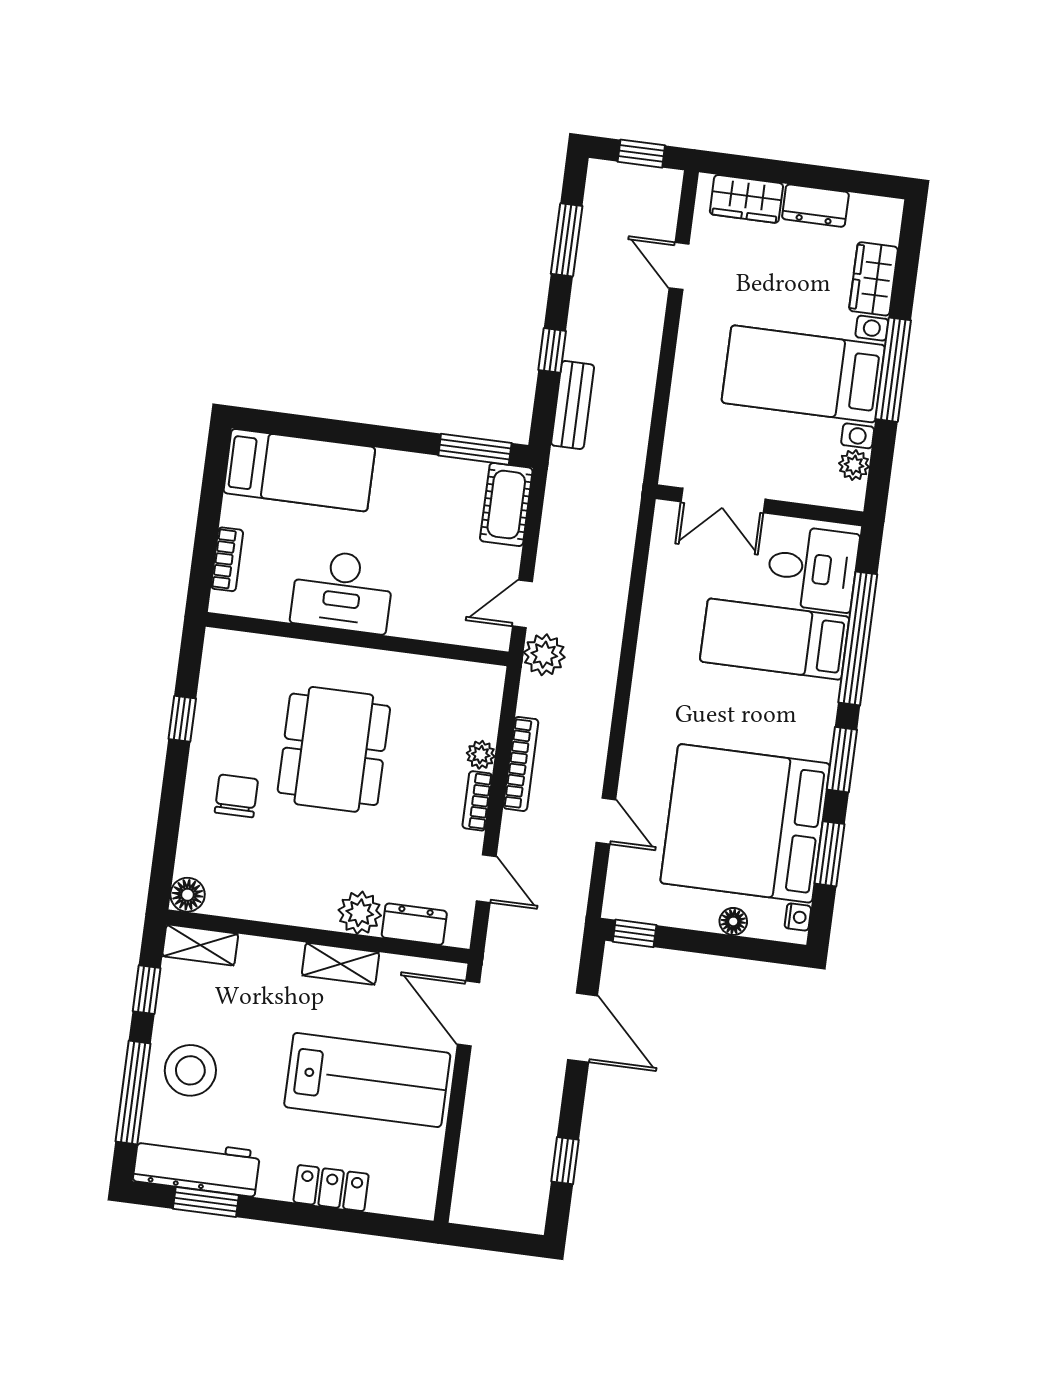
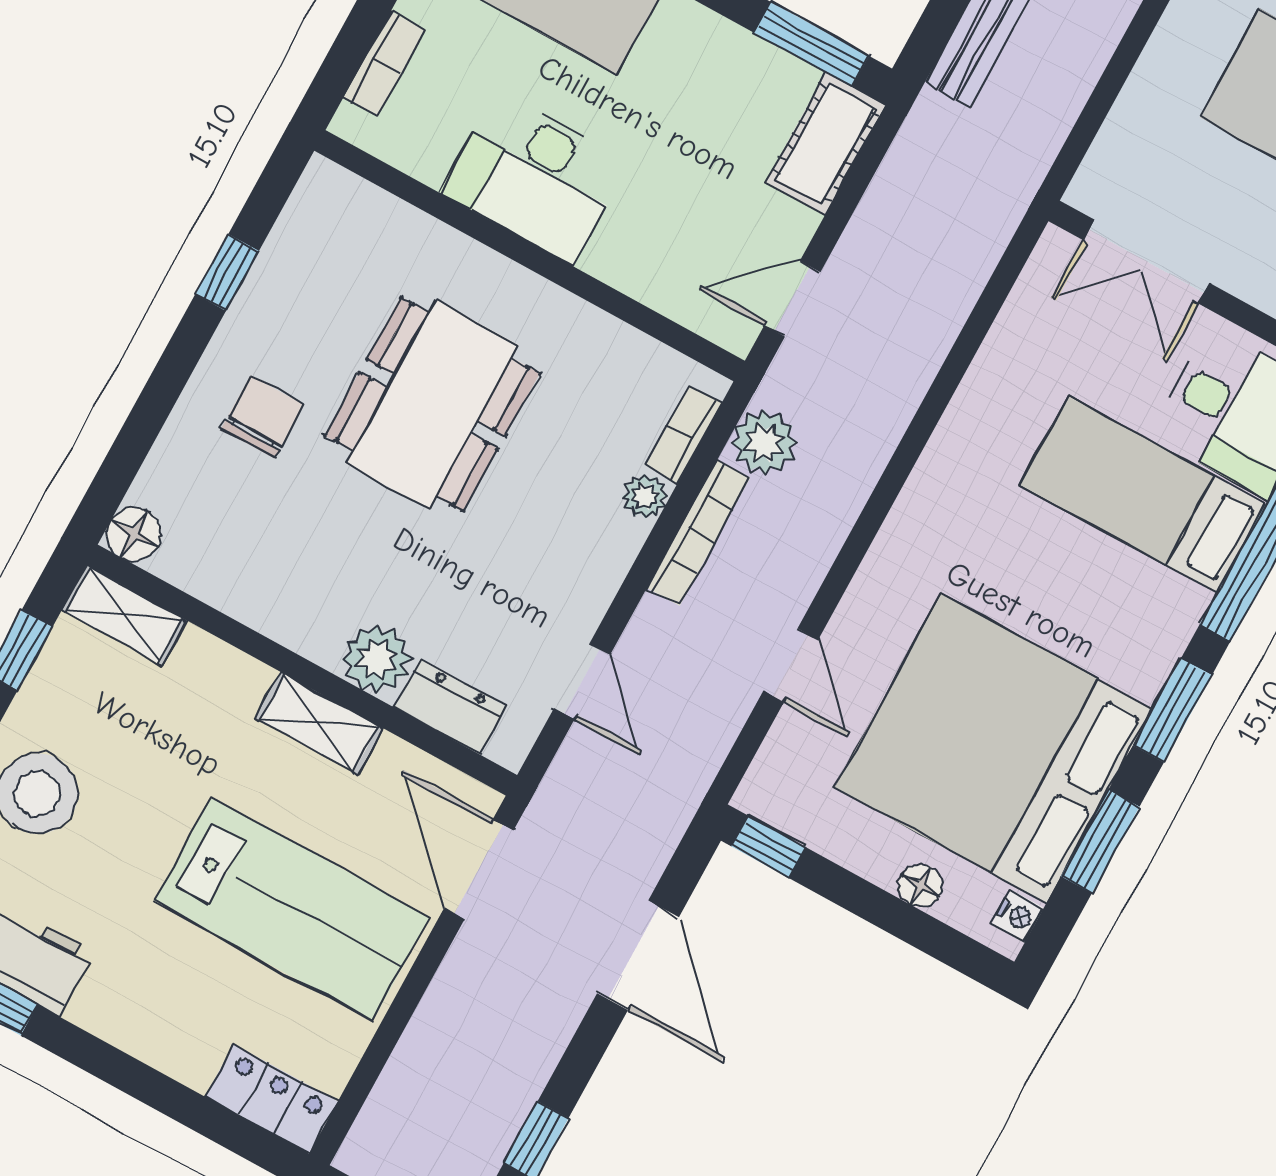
plant: (544, 655) -> (764, 442), moved
bookcase: (477, 801) -> (684, 434), moved
locker: (331, 1188) -> (271, 1099), moved

